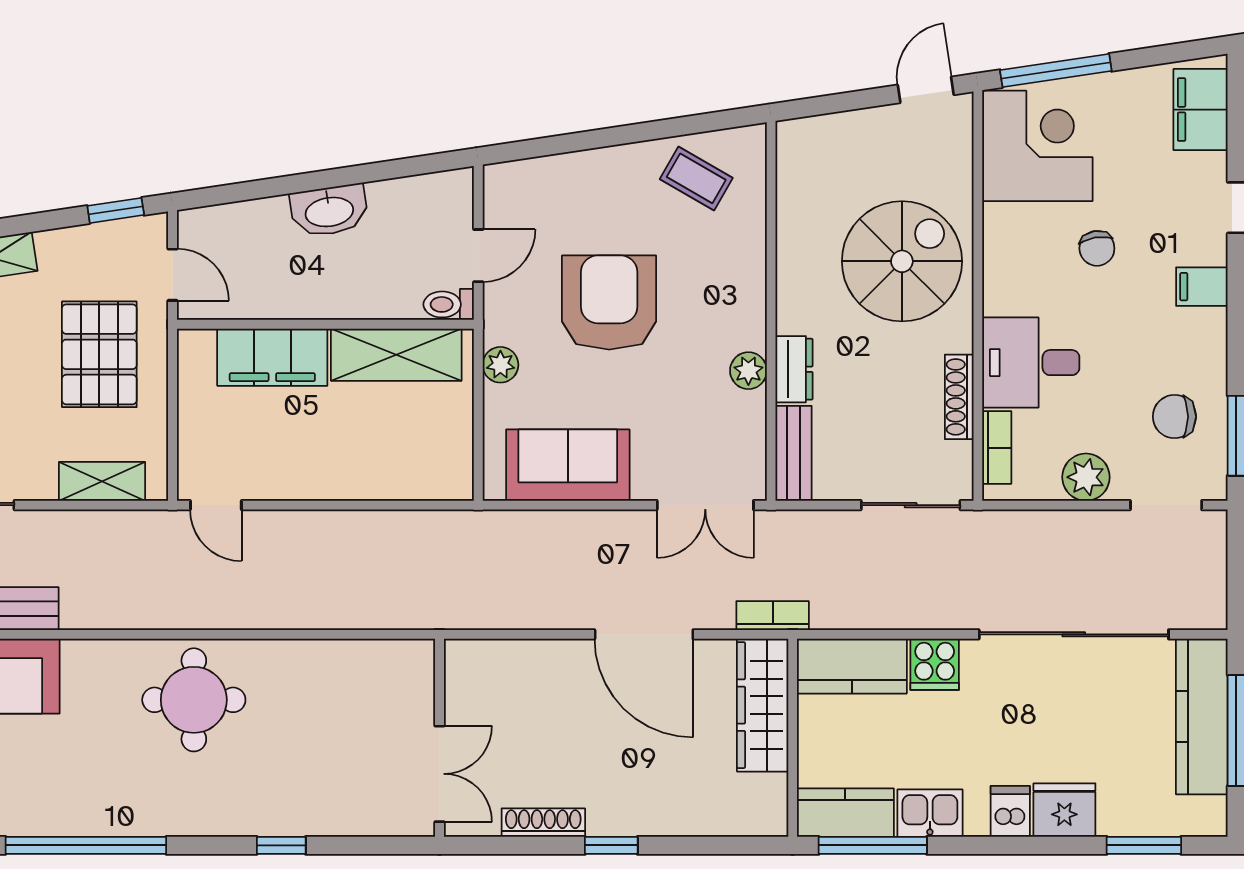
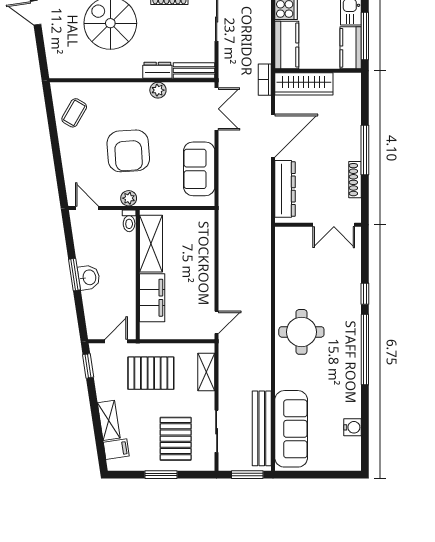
window: (325, 179) -> (75, 275), added
washbasin: (329, 211) -> (89, 277), width x0.72
door: (478, 256) -> (87, 208), moved
armchair: (609, 303) -> (128, 151), turned -94
plant: (500, 365) -> (129, 198), moved
dresser: (522, 662) -> (285, 189), added
double door: (440, 774) -> (334, 225), swing flipped
window: (86, 845) -> (365, 350), moved
window: (611, 845) -> (365, 150), width x2.17

